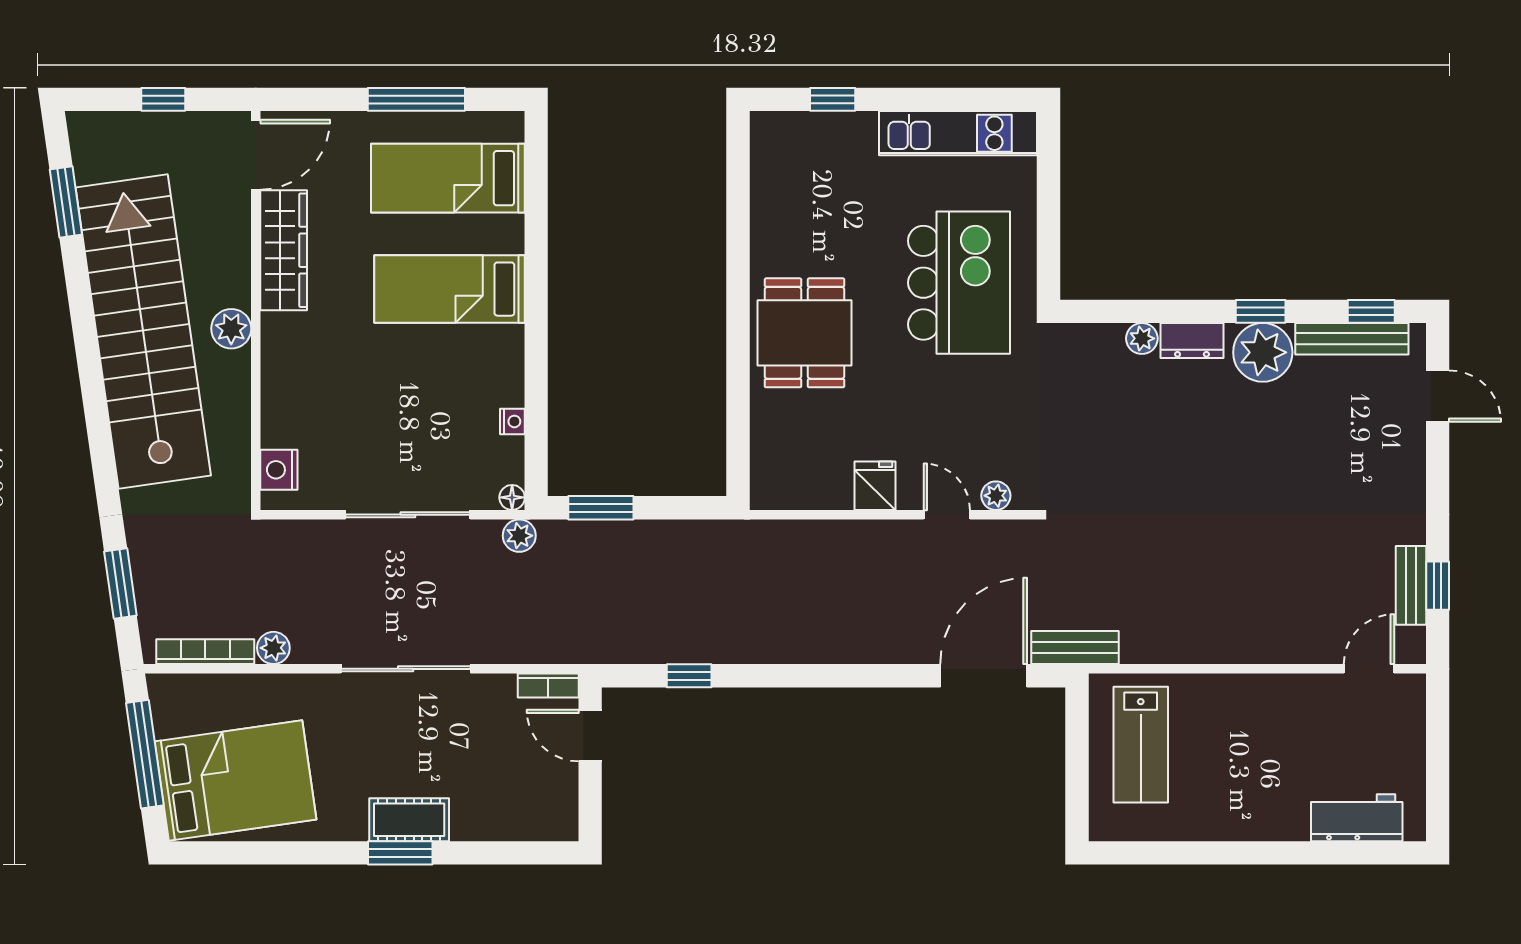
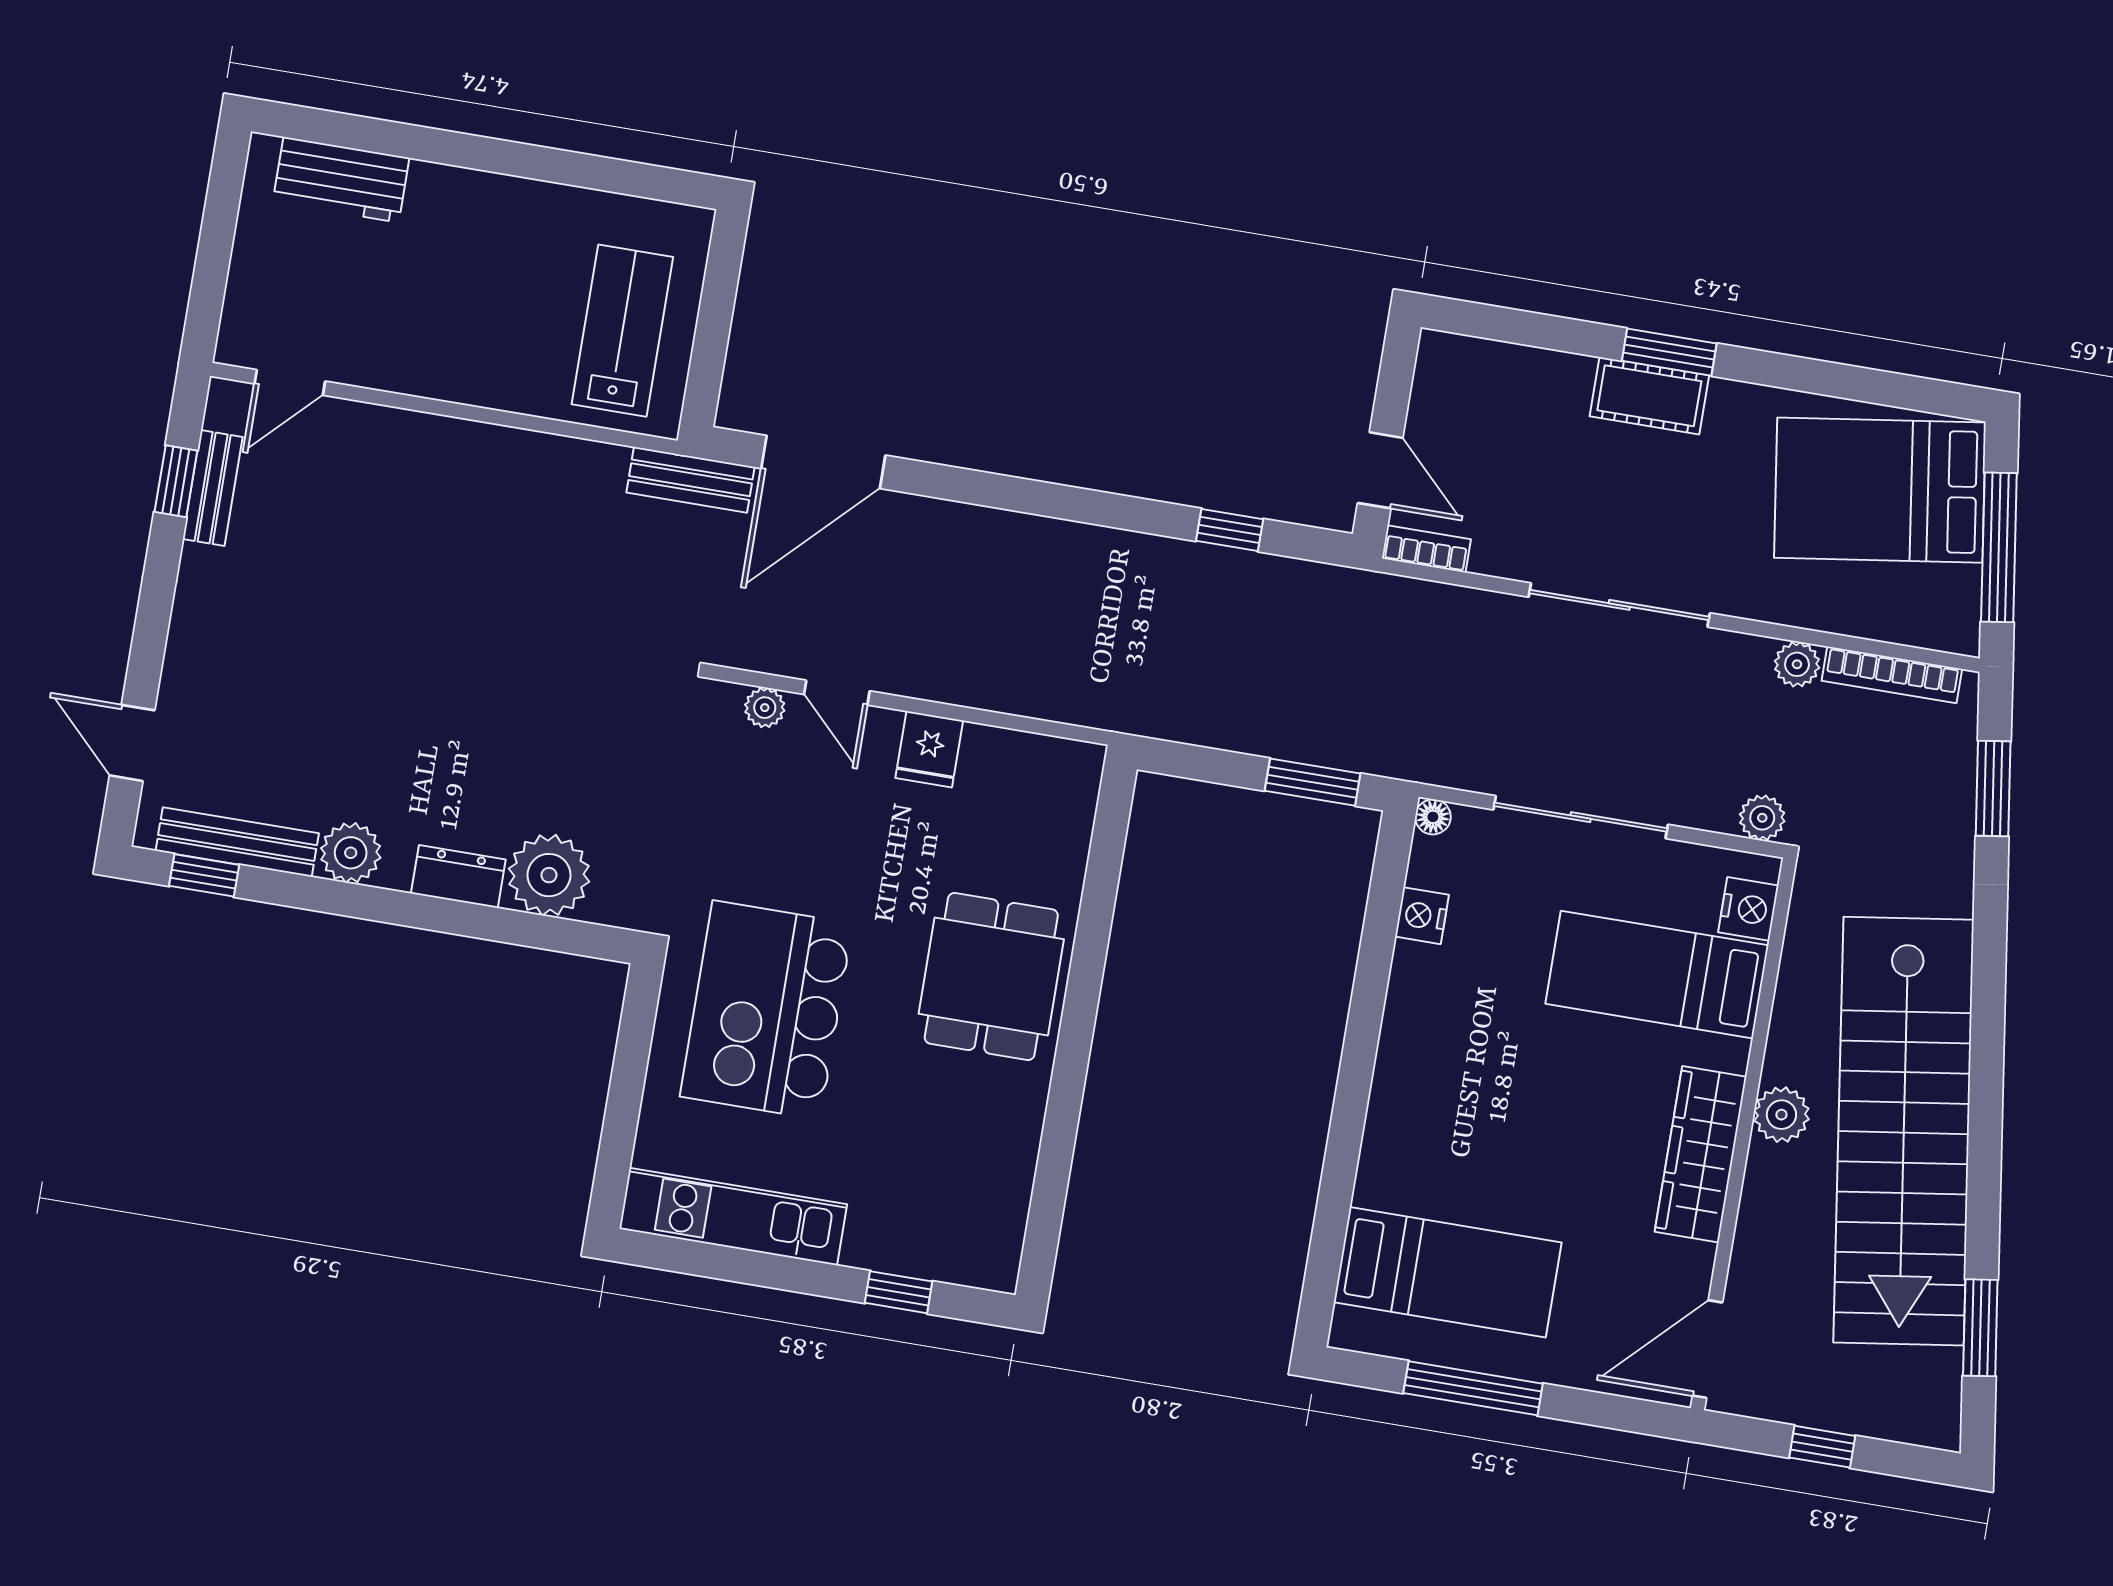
wardrobe: (284, 250) -> (1701, 1154), moved
bed: (449, 289) -> (1657, 975), moved, turned 180
window: (1261, 311) -> (357, 901), removed
plant: (1142, 338) -> (549, 875), width x1.88, depth x1.88
plant: (1263, 352) -> (351, 853), width x0.73, depth x0.73
nightstand: (512, 421) -> (1422, 916), width x1.39, depth x1.35
plant: (519, 536) -> (1762, 818), moved

